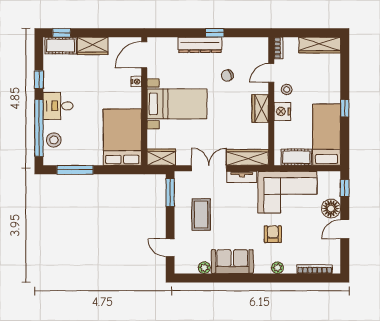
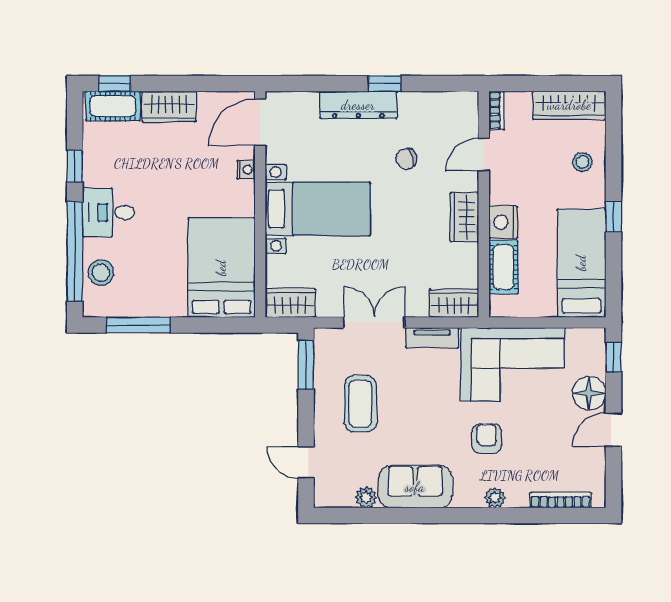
stool: (287, 89) -> (582, 162), moved
wardrobe: (247, 157) -> (454, 303), width x0.67
cot: (296, 157) -> (503, 267), moved, turned 90

